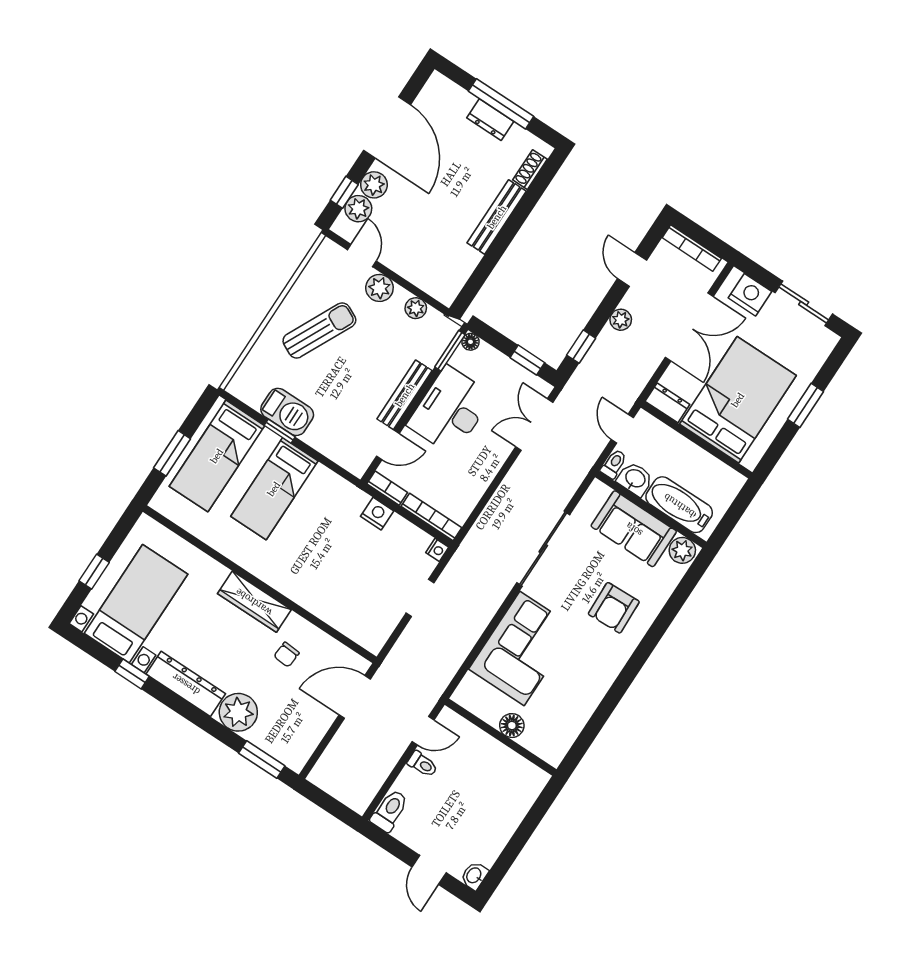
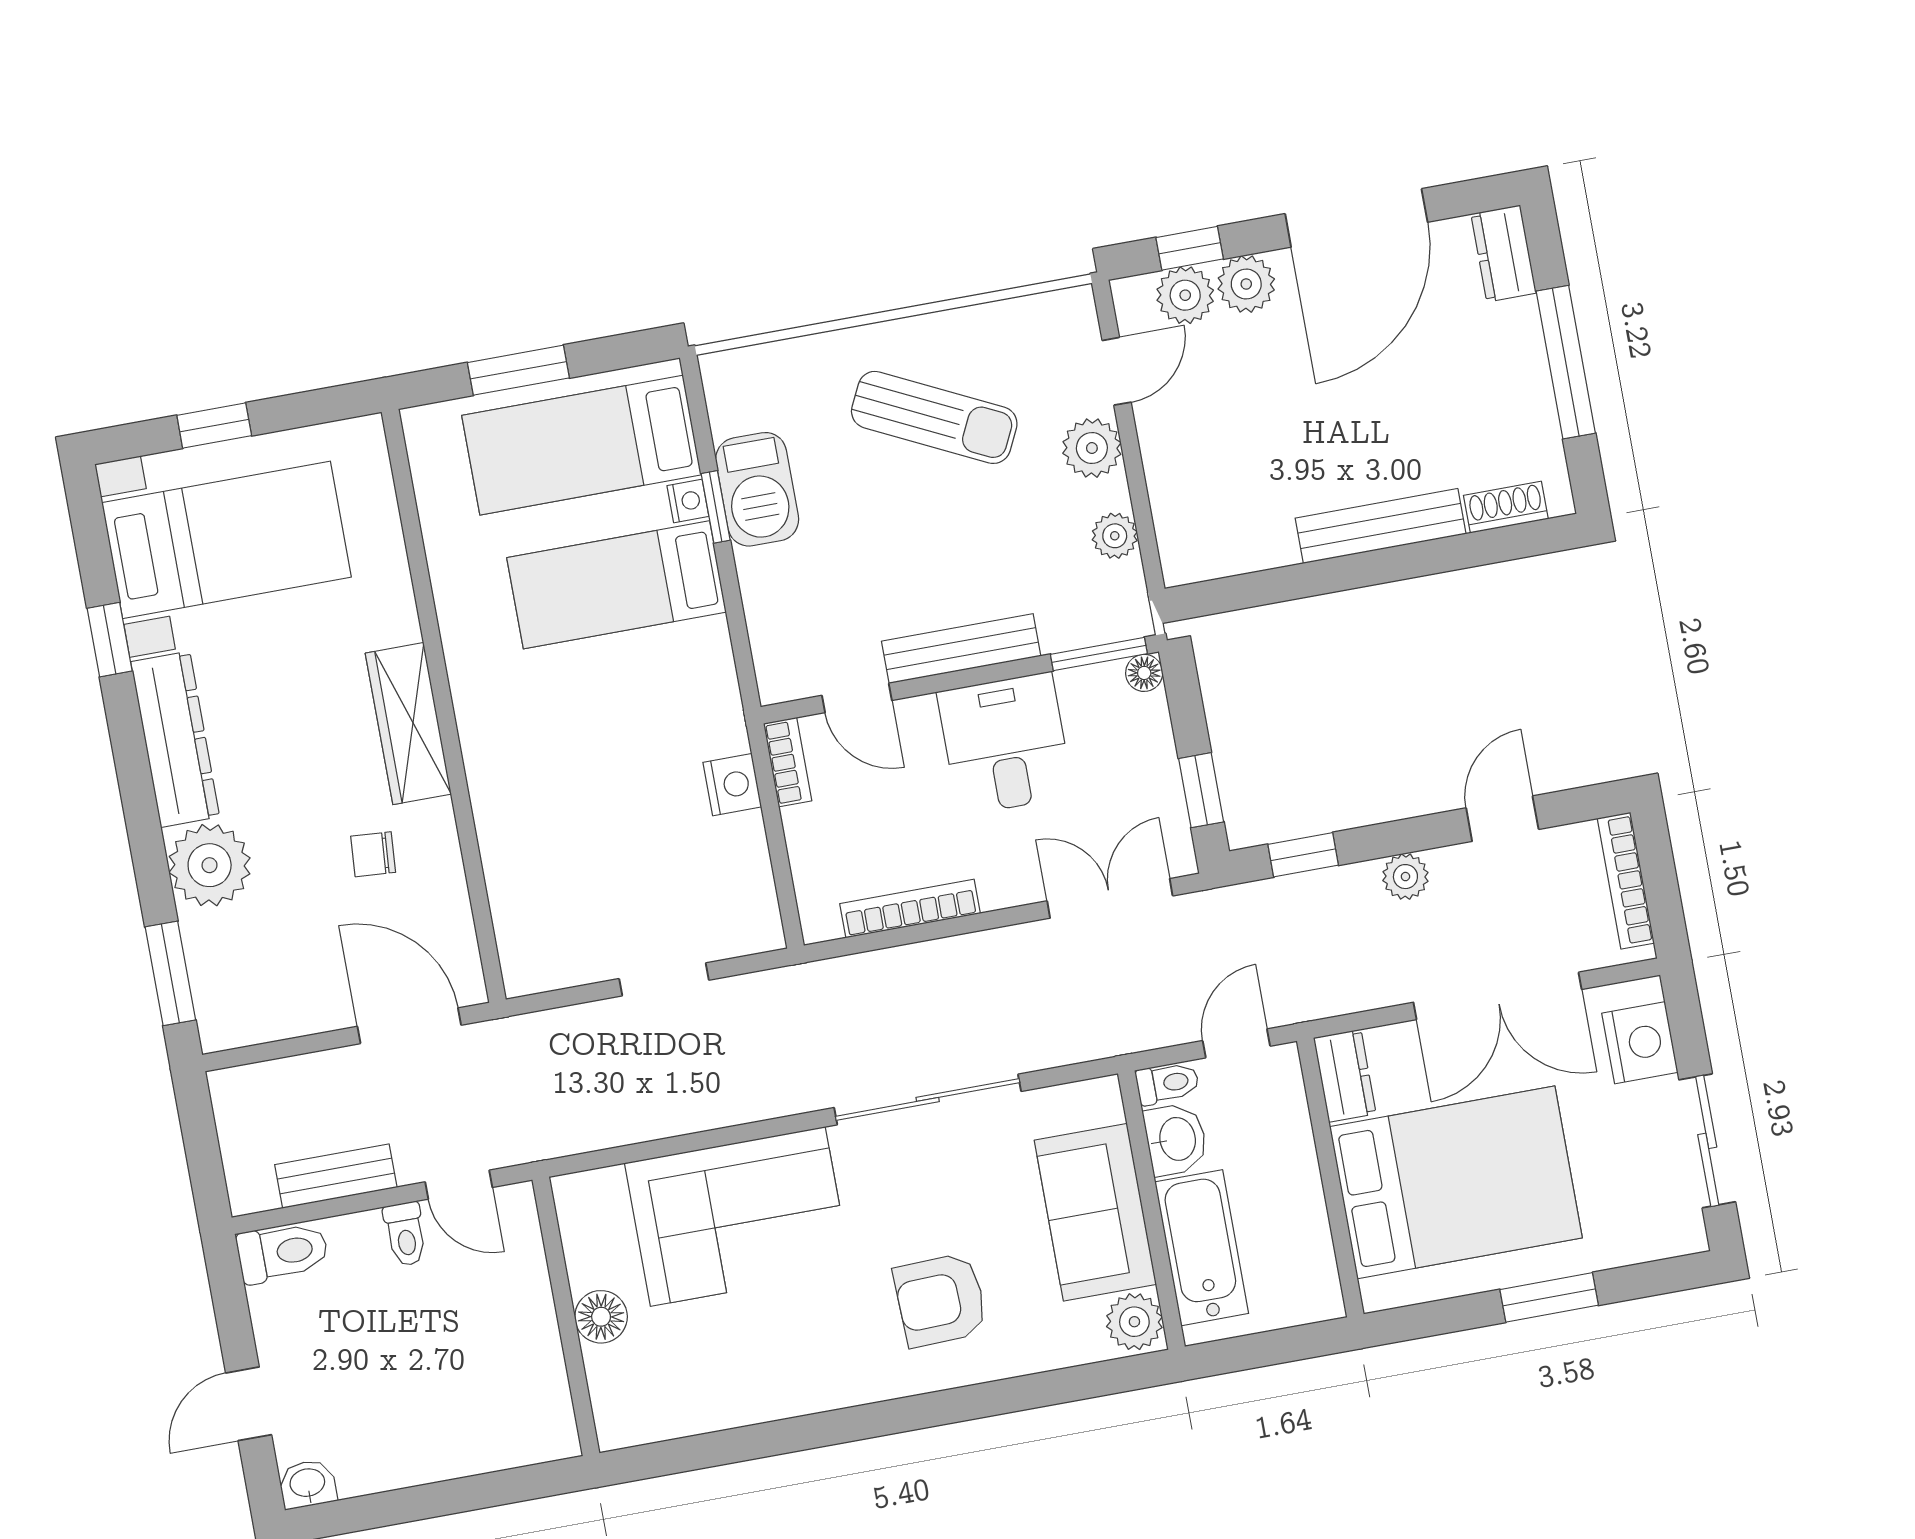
dresser: (490, 120) -> (1504, 254), moved
desk: (450, 410) -> (1005, 744), width x0.73
bookcase: (431, 517) -> (910, 909), moved, turned -90
nightstand: (437, 550) -> (688, 501), moved, turned -90
bench: (381, 769) -> (336, 1176), added

